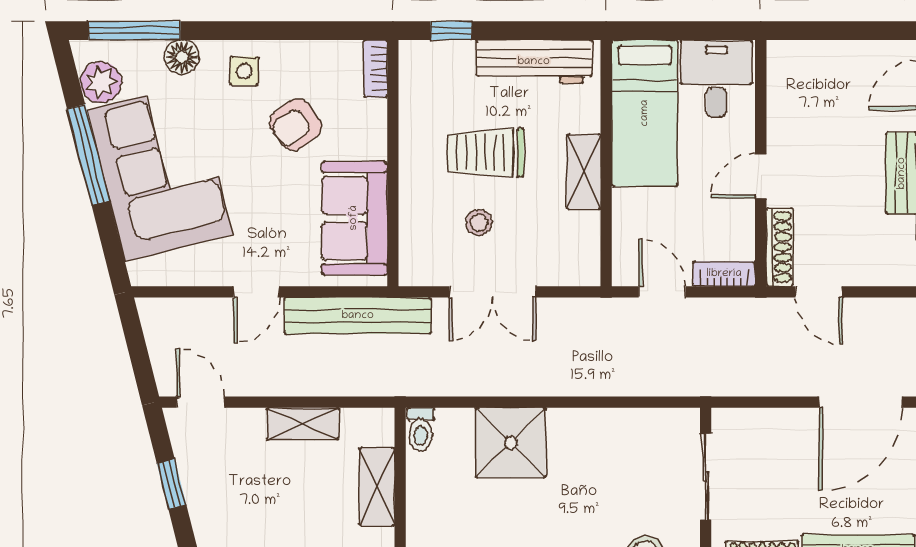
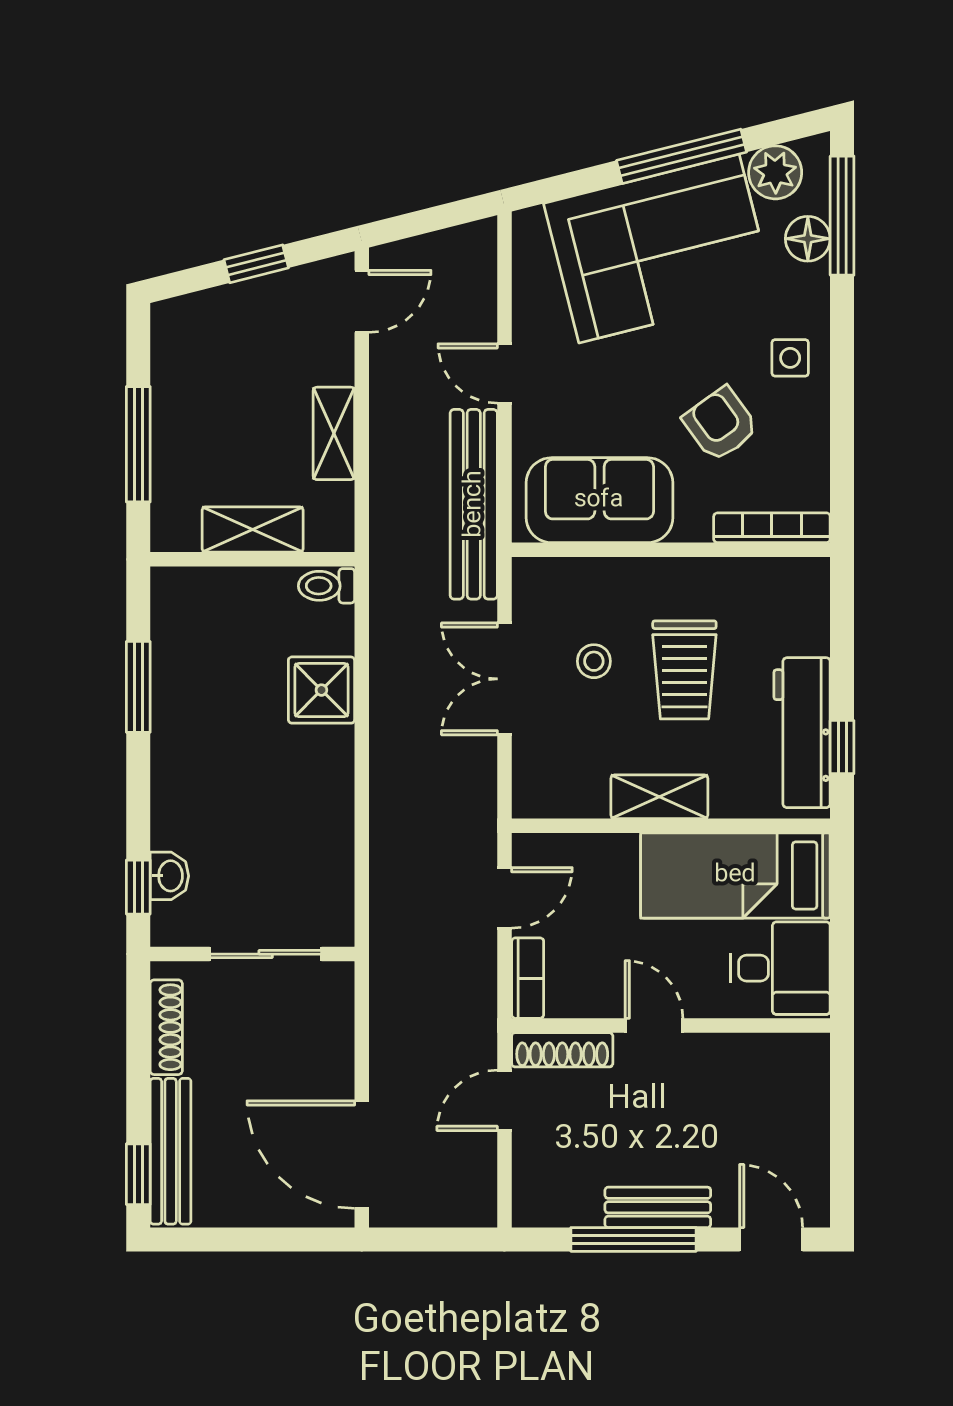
window: (451, 31) -> (842, 747), moved
floor lamp: (182, 57) -> (808, 239), moved
bookcase: (376, 69) -> (772, 528), width x1.56
trolley: (486, 153) -> (684, 670), turned 180
shower: (511, 443) -> (321, 690), width x0.73, depth x0.73

